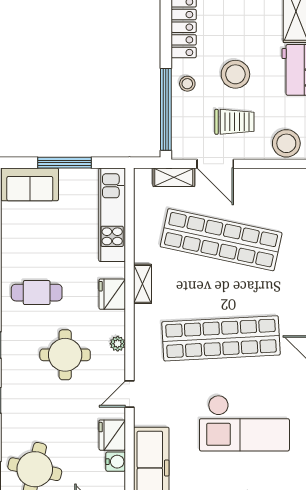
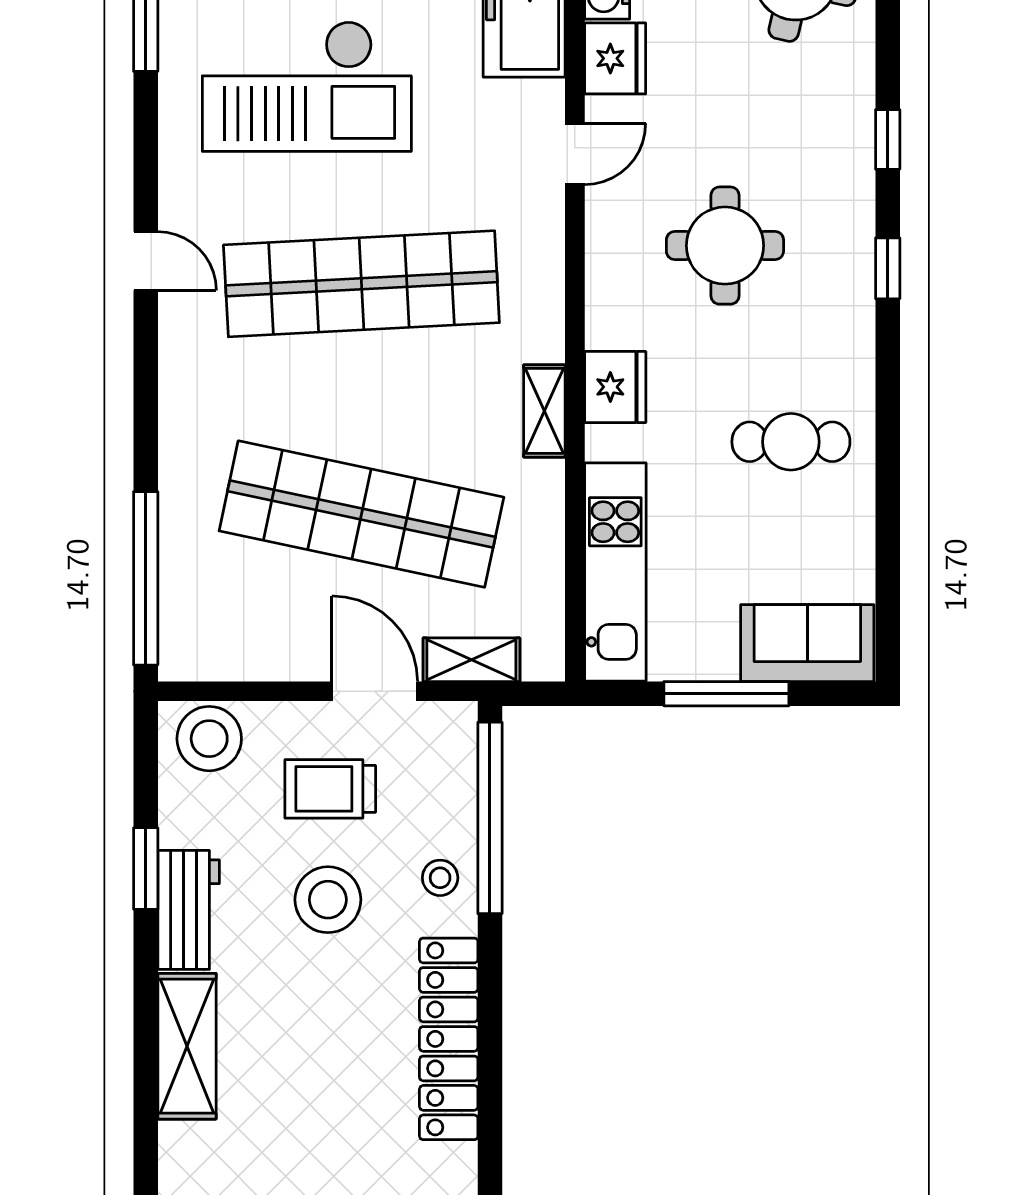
cafe table: (37, 293) -> (791, 442), moved
plant: (118, 344) -> (603, 271), removed
checkout: (244, 423) -> (307, 86), turned 180

